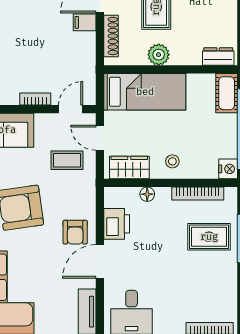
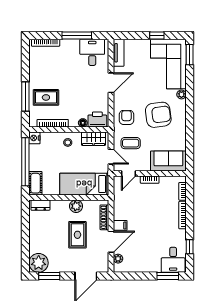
printer: (117, 224) -> (97, 120), moved, turned 90
armchair: (75, 232) -> (127, 117), moved

